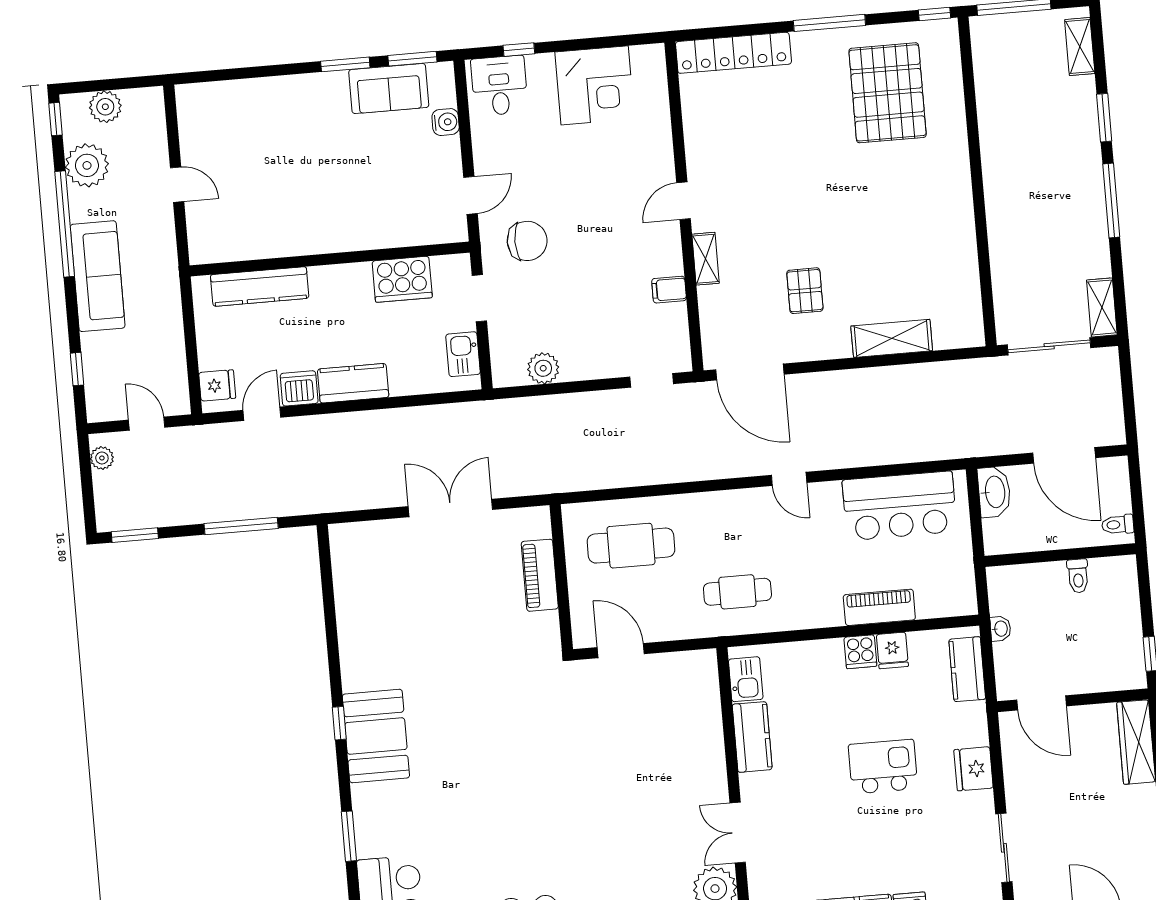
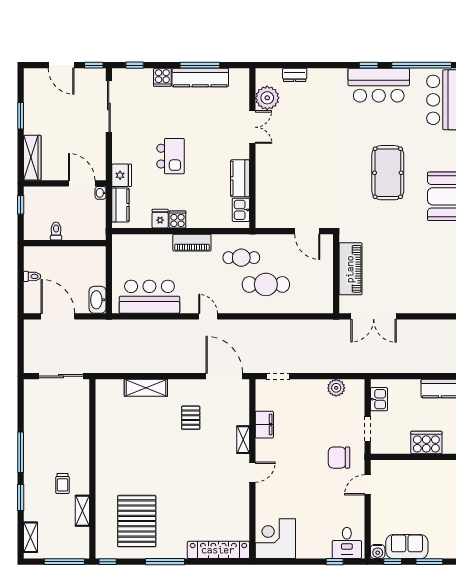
window: (412, 59) -> (393, 562), width x0.67
corner desk: (595, 85) -> (275, 539), moved
water cooler: (446, 122) -> (378, 552), moved, turned -90
trolley: (1029, 150) -> (63, 484), added
cooker: (402, 279) -> (426, 443), moved
filing cabinet: (669, 290) -> (264, 425), width x2.00
shelving: (1102, 307) -> (82, 511), moved
double door: (450, 508) -> (374, 316), moved
cafe table: (631, 546) -> (266, 284), moved
wall: (1060, 555) -> (65, 243), moved
piano: (540, 575) -> (350, 269), width x1.37, depth x1.33
toilet: (1078, 576) -> (56, 231), moved
piano: (879, 607) -> (192, 243), moved
washbasin: (1000, 629) -> (100, 193), moved
kitchen island: (883, 767) -> (171, 156), turned -90
fridge: (974, 769) -> (122, 175), moved
pool table: (482, 770) -> (388, 173), added
sliding door: (1004, 848) -> (109, 107), width x1.37

